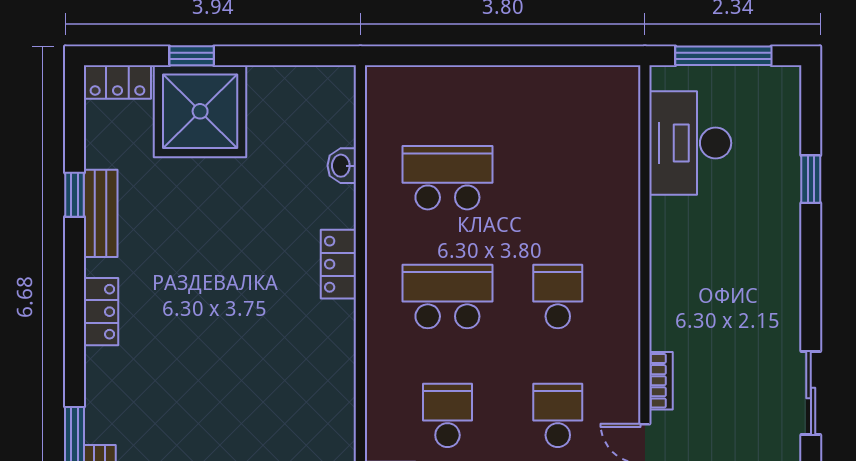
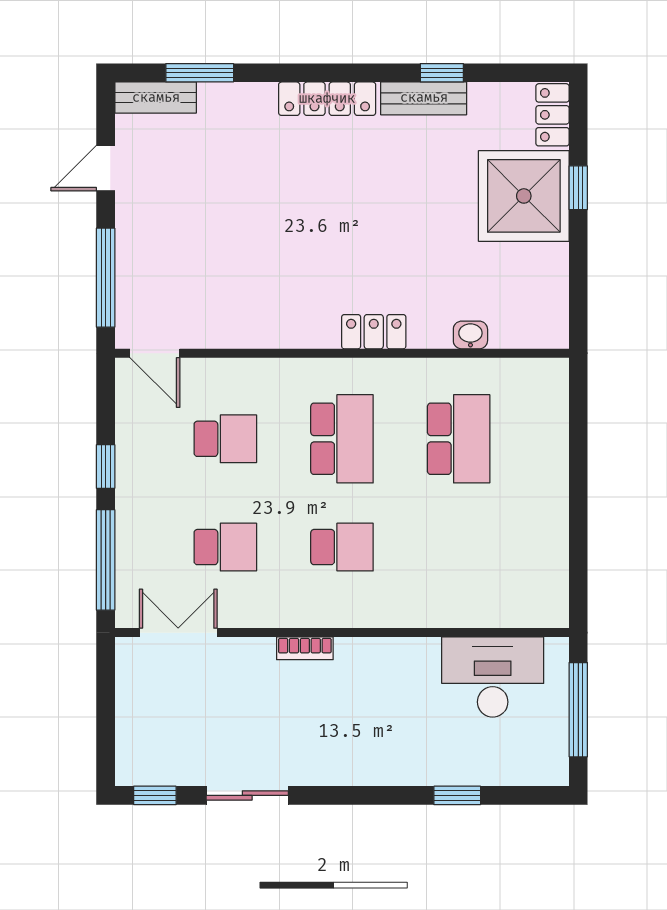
locker: (101, 312) -> (327, 99), width x1.53
bookcase: (661, 381) -> (305, 648), moved

